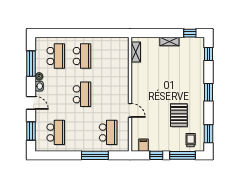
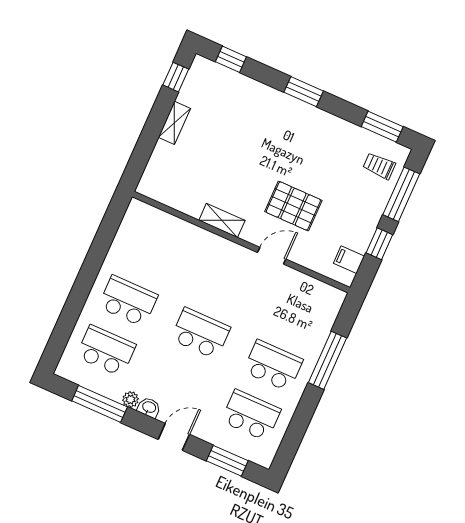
shelving: (136, 52) -> (222, 220), moved
pallet: (179, 115) -> (293, 206), moved
school desk: (108, 132) -> (273, 366), moved

